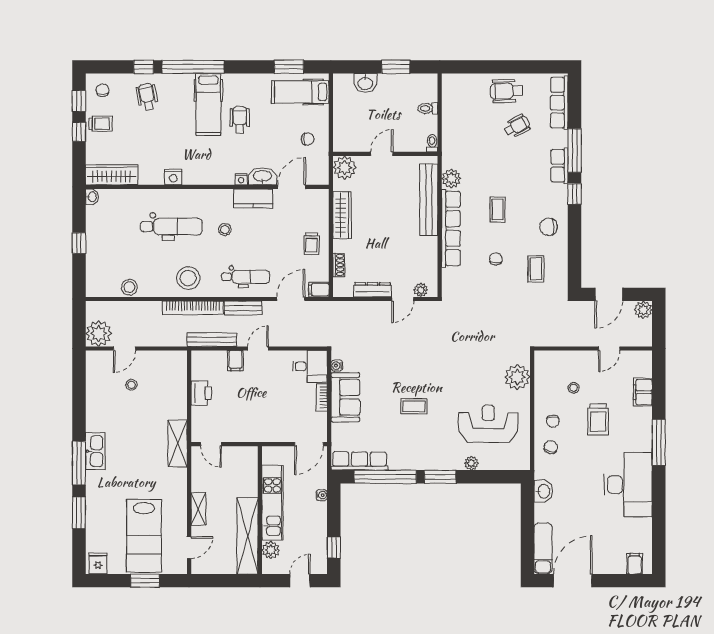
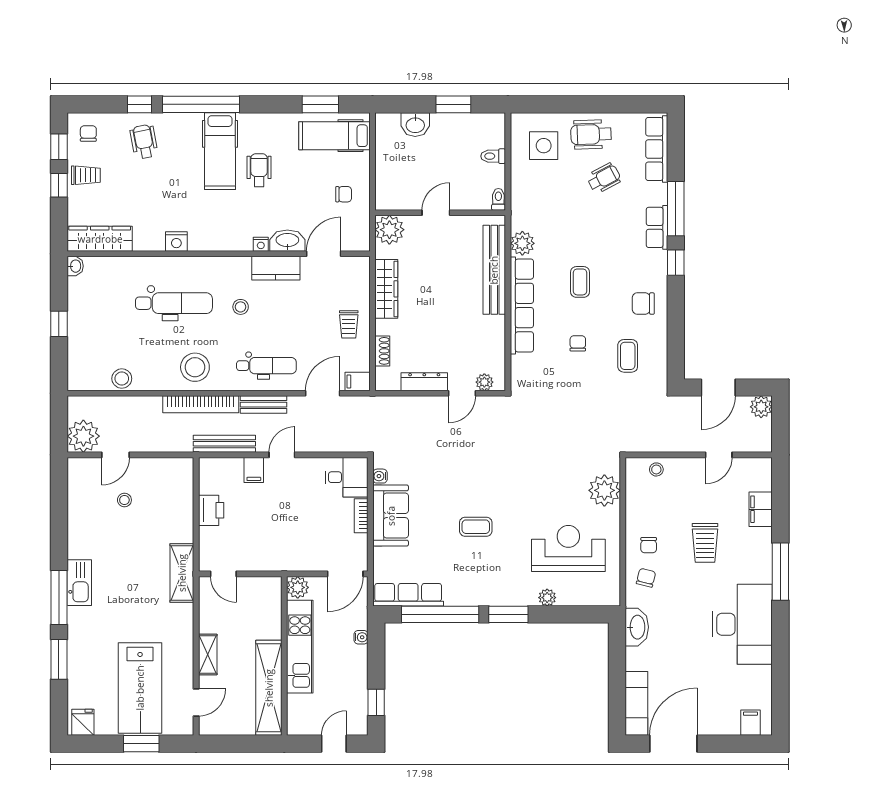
side table: (468, 100) -> (544, 146), added
stool: (574, 388) -> (656, 469), moved
washbasin: (543, 491) -> (637, 627), width x1.38
plant: (271, 550) -> (298, 587), moved

